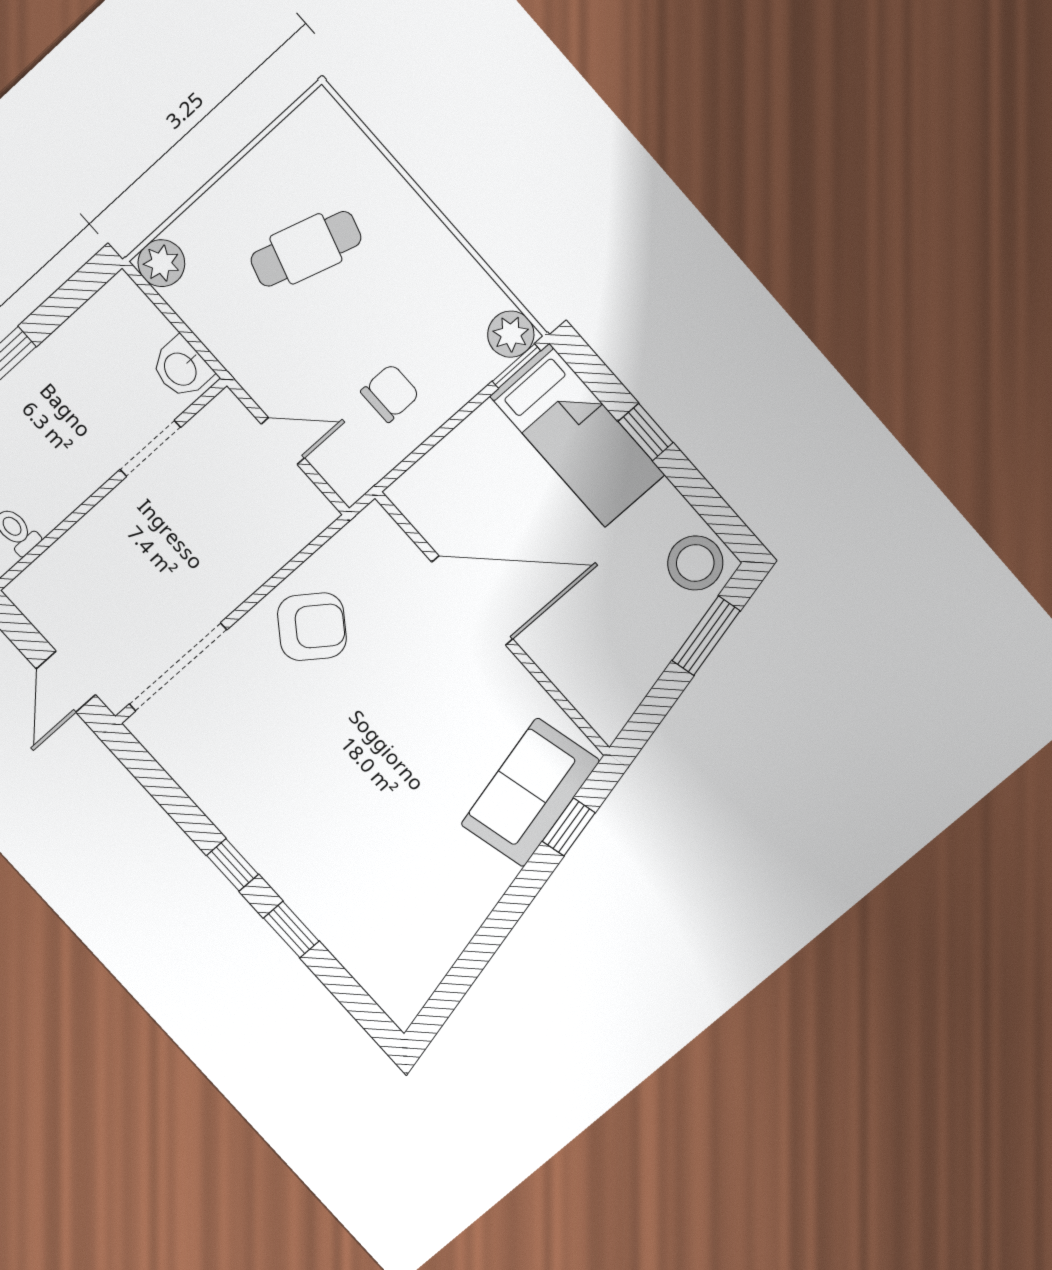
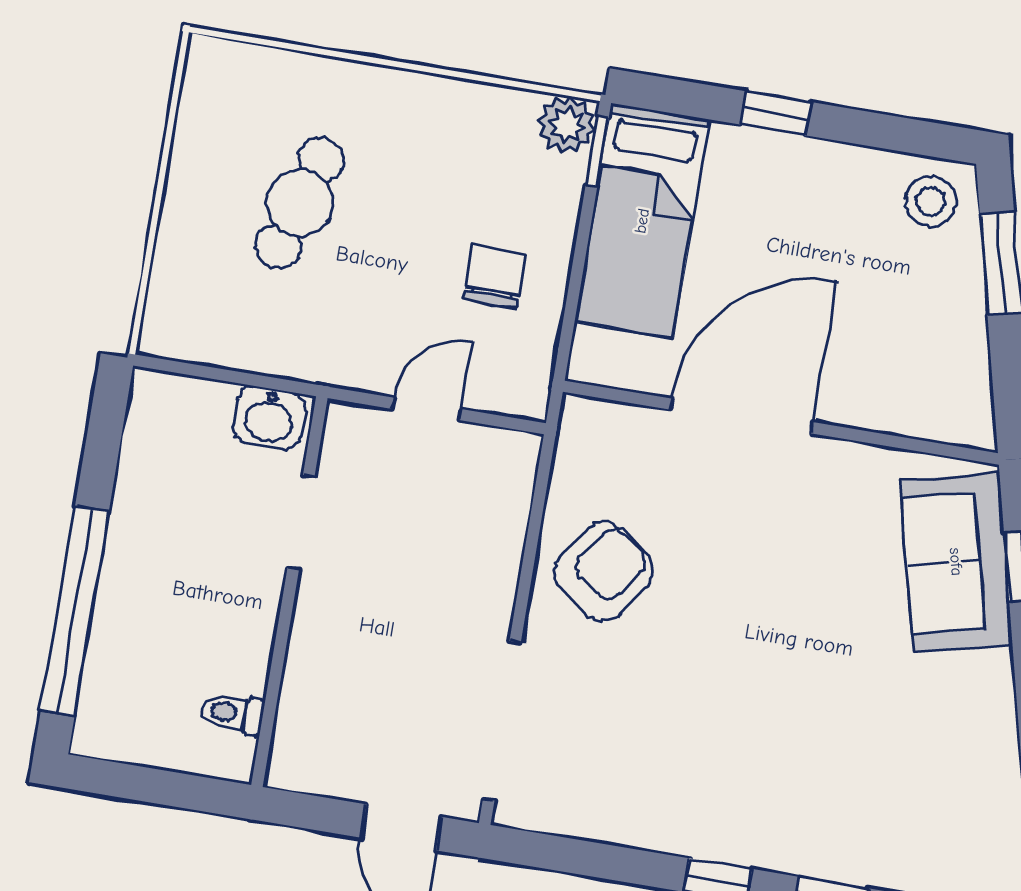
plant: (161, 263) -> (169, 330), removed
bed: (577, 436) -> (642, 221), moved, turned 90
stool: (695, 563) -> (931, 201), width x0.73, depth x0.73

